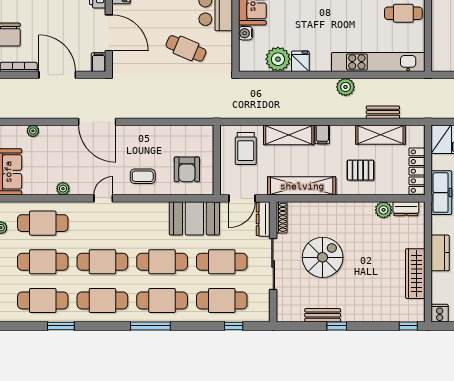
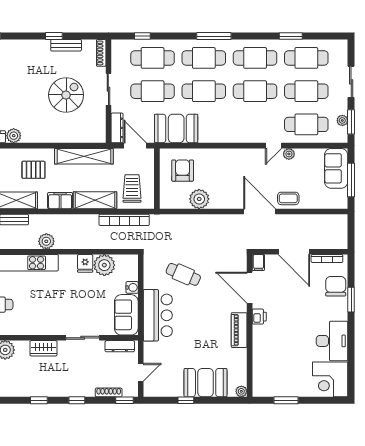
bookcase: (255, 112) -> (124, 220), added
plant: (33, 131) -> (199, 199), moved, width x1.88, depth x1.88
filing cabinet: (322, 134) -> (60, 201), width x2.00
coffee table: (143, 176) -> (288, 198), moved
door: (103, 198) -> (273, 146), moved
door: (242, 198) -> (135, 146), hinge flipped
shoe rack: (282, 217) -> (101, 53), moved
spiral stairs: (323, 257) -> (66, 95), turned 180
sliding door: (273, 264) -> (108, 89), width x0.73

